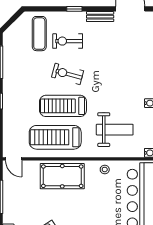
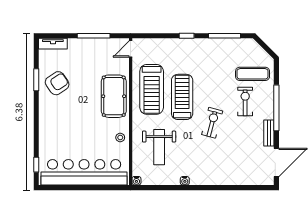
window: (74, 9) -> (276, 108), width x3.17
exercise bike: (68, 74) -> (212, 123), moved
treadmill: (55, 137) -> (152, 89), turned 180

